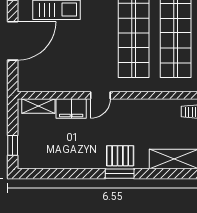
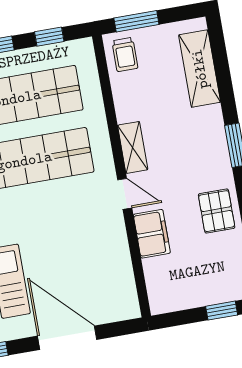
shelving: (38, 106) -> (133, 147), moved
pallet: (120, 156) -> (217, 211), moved

